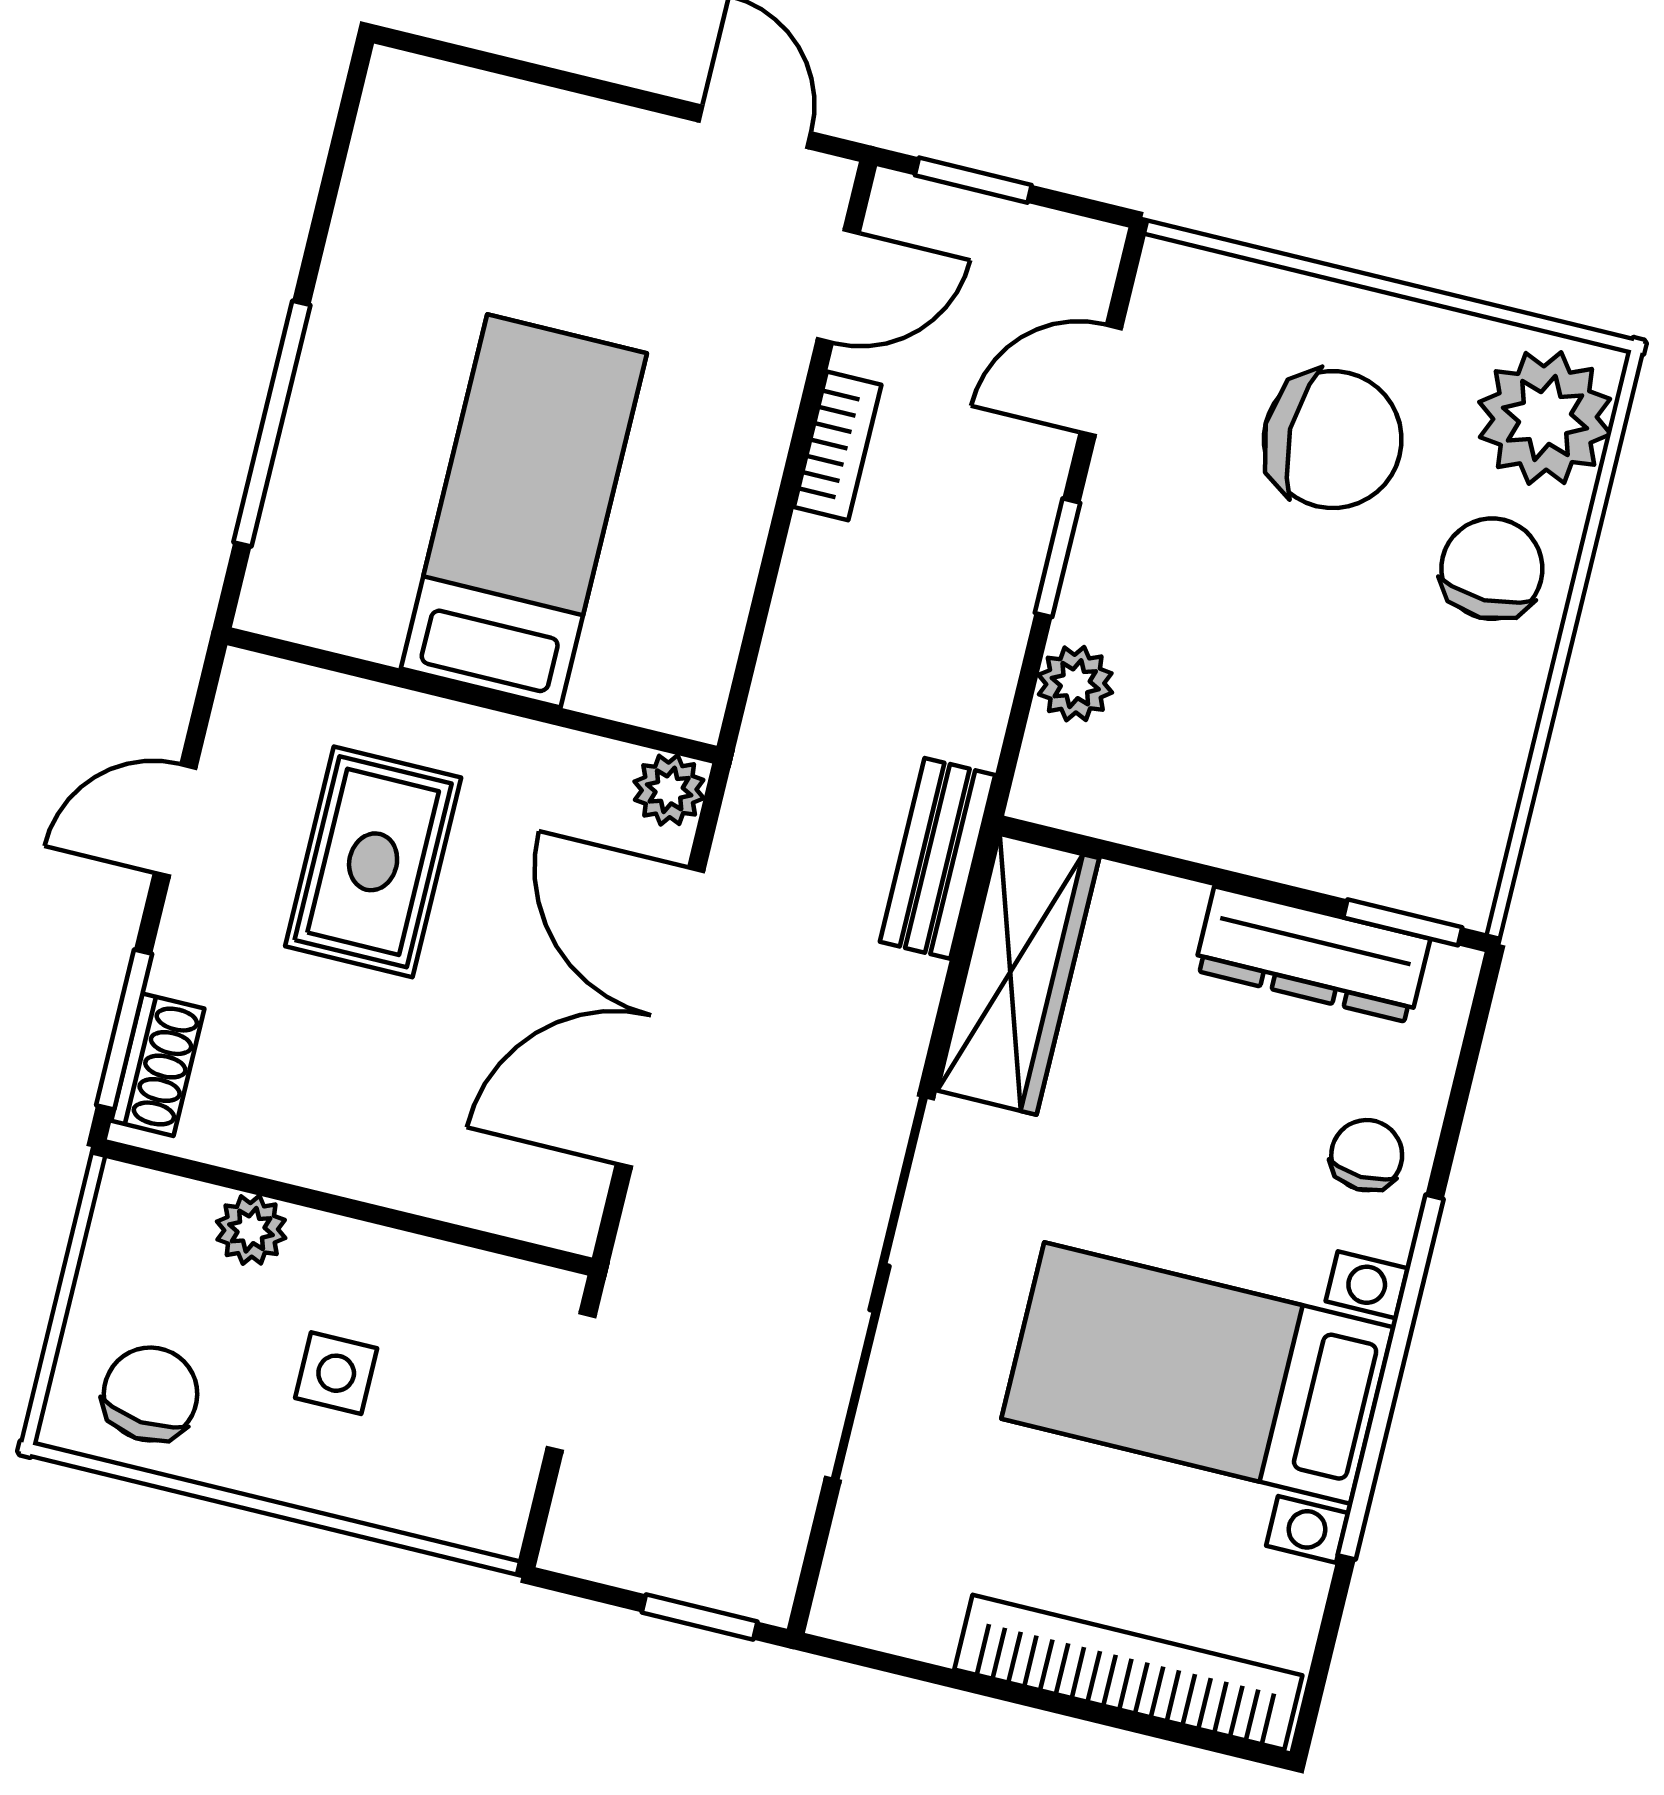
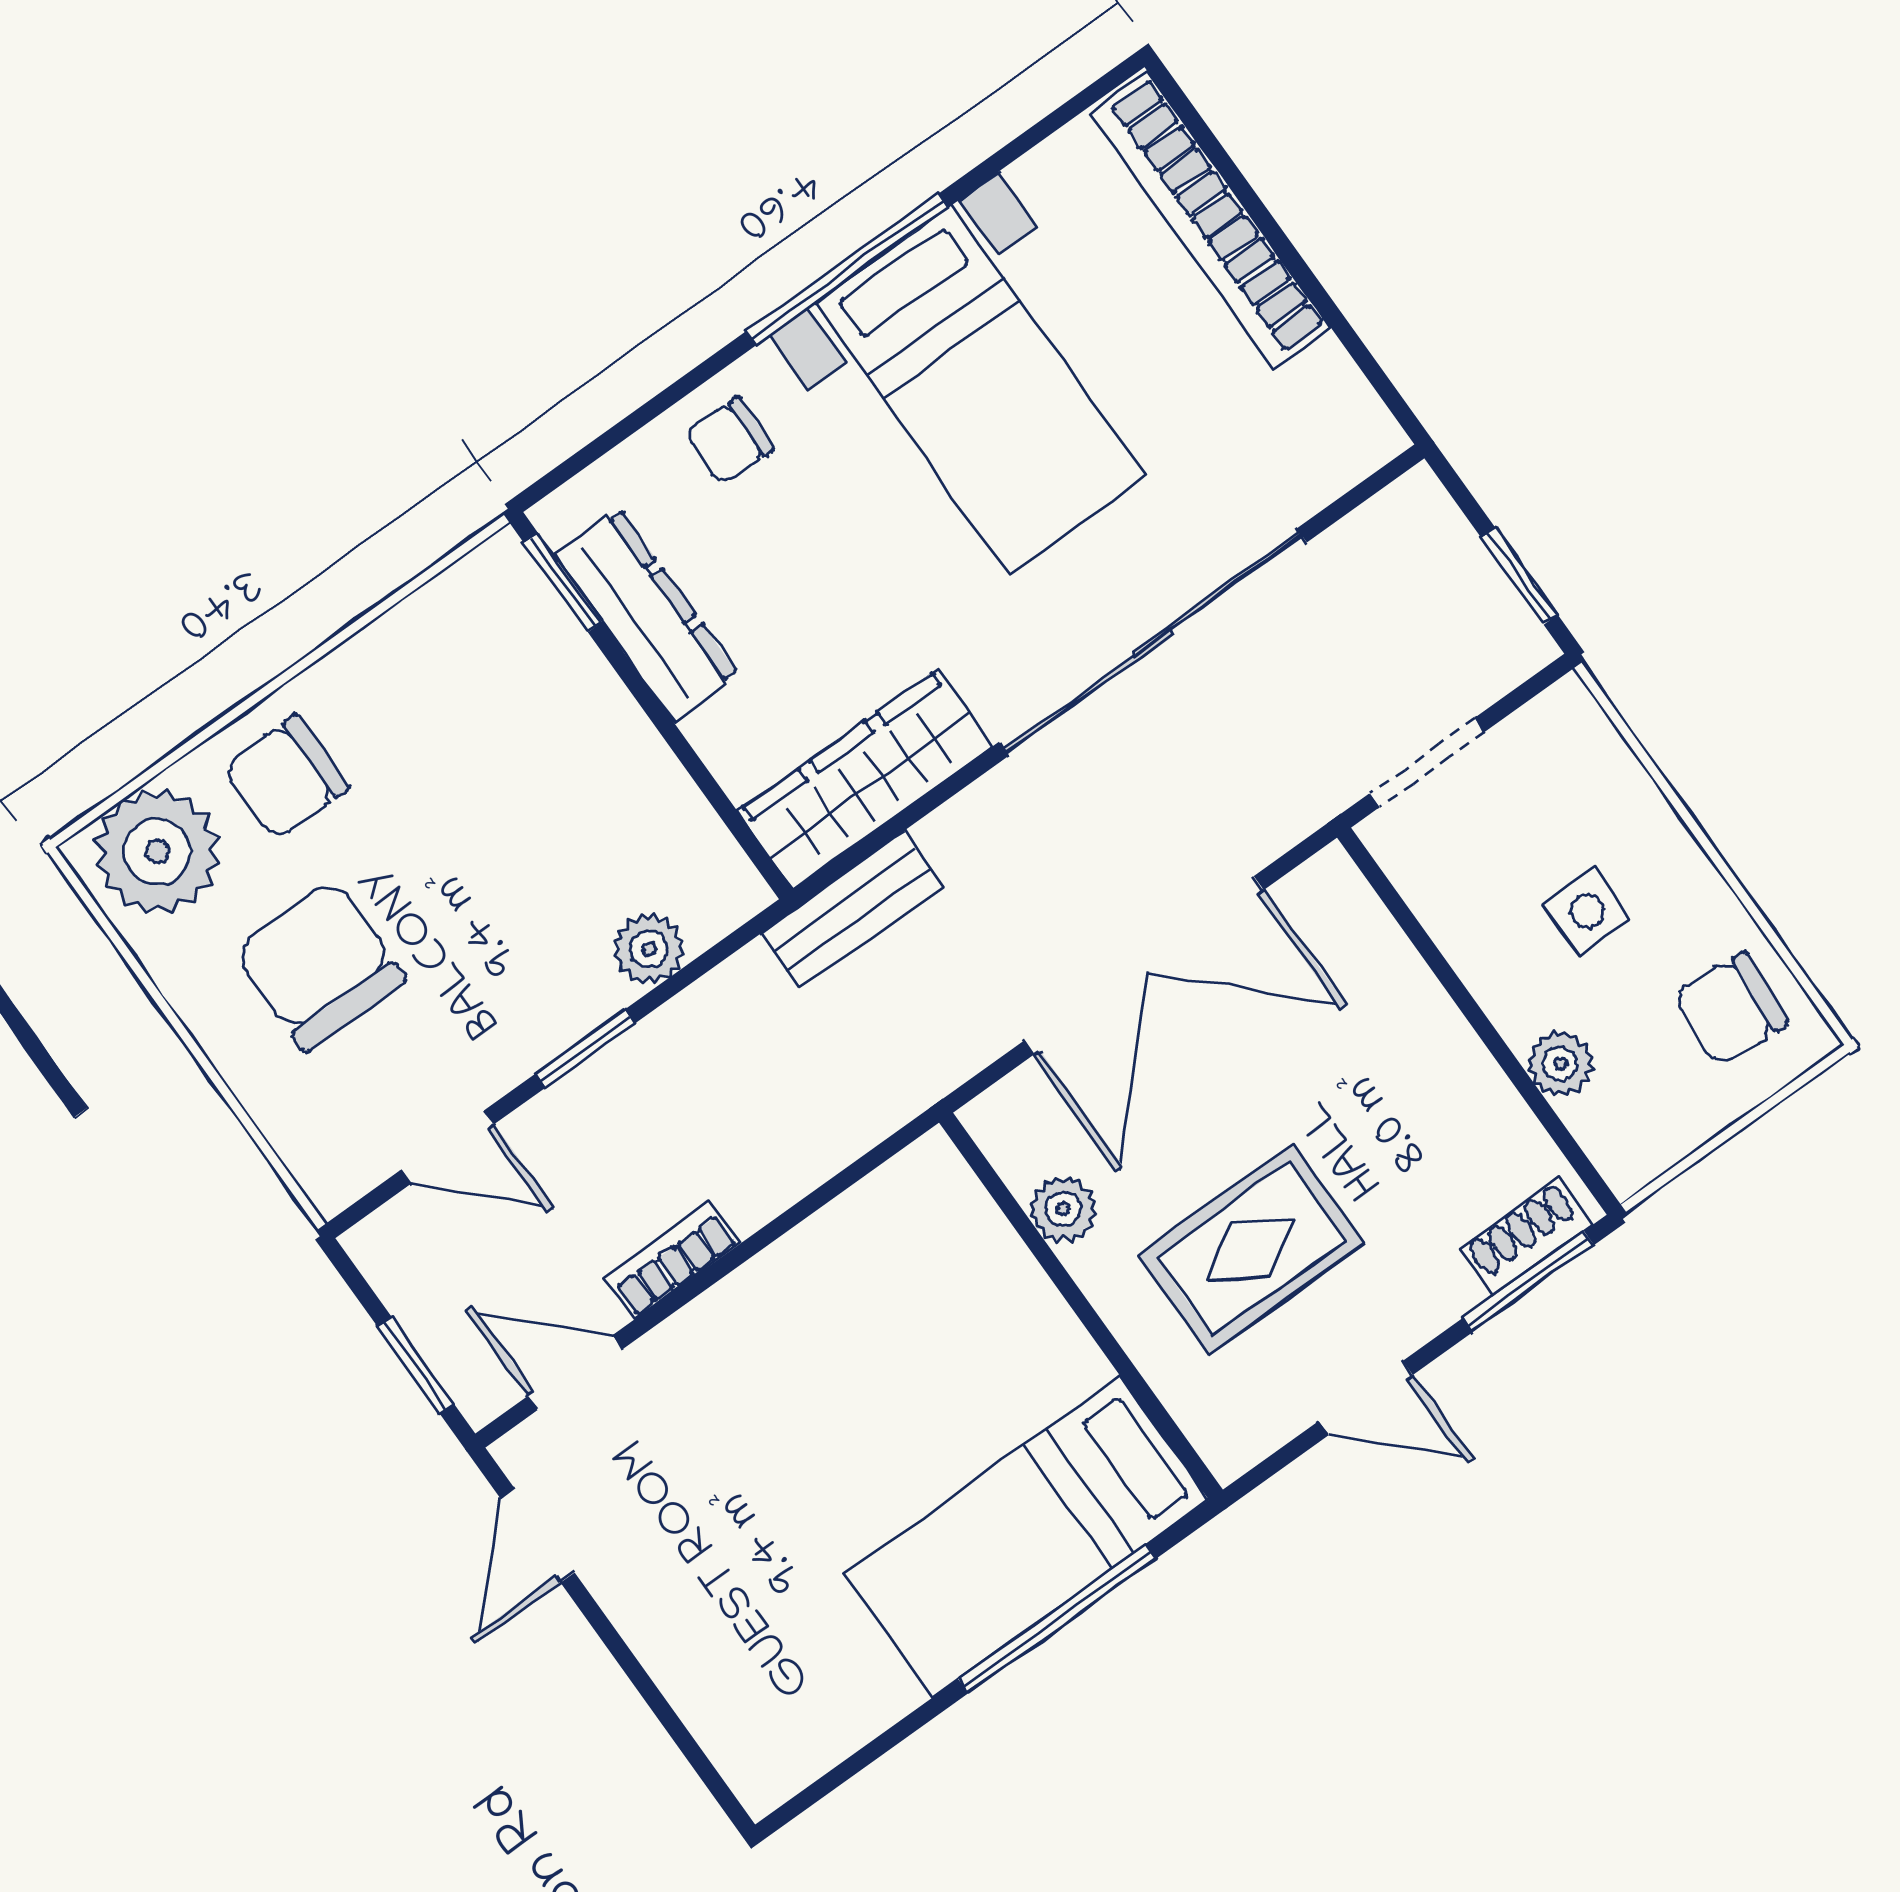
bed: (524, 511) -> (1027, 1536), moved
plant: (669, 790) -> (1063, 1209), moved
window: (1391, 1377) -> (847, 270), width x0.68
window: (700, 1617) -> (1520, 576), moved

